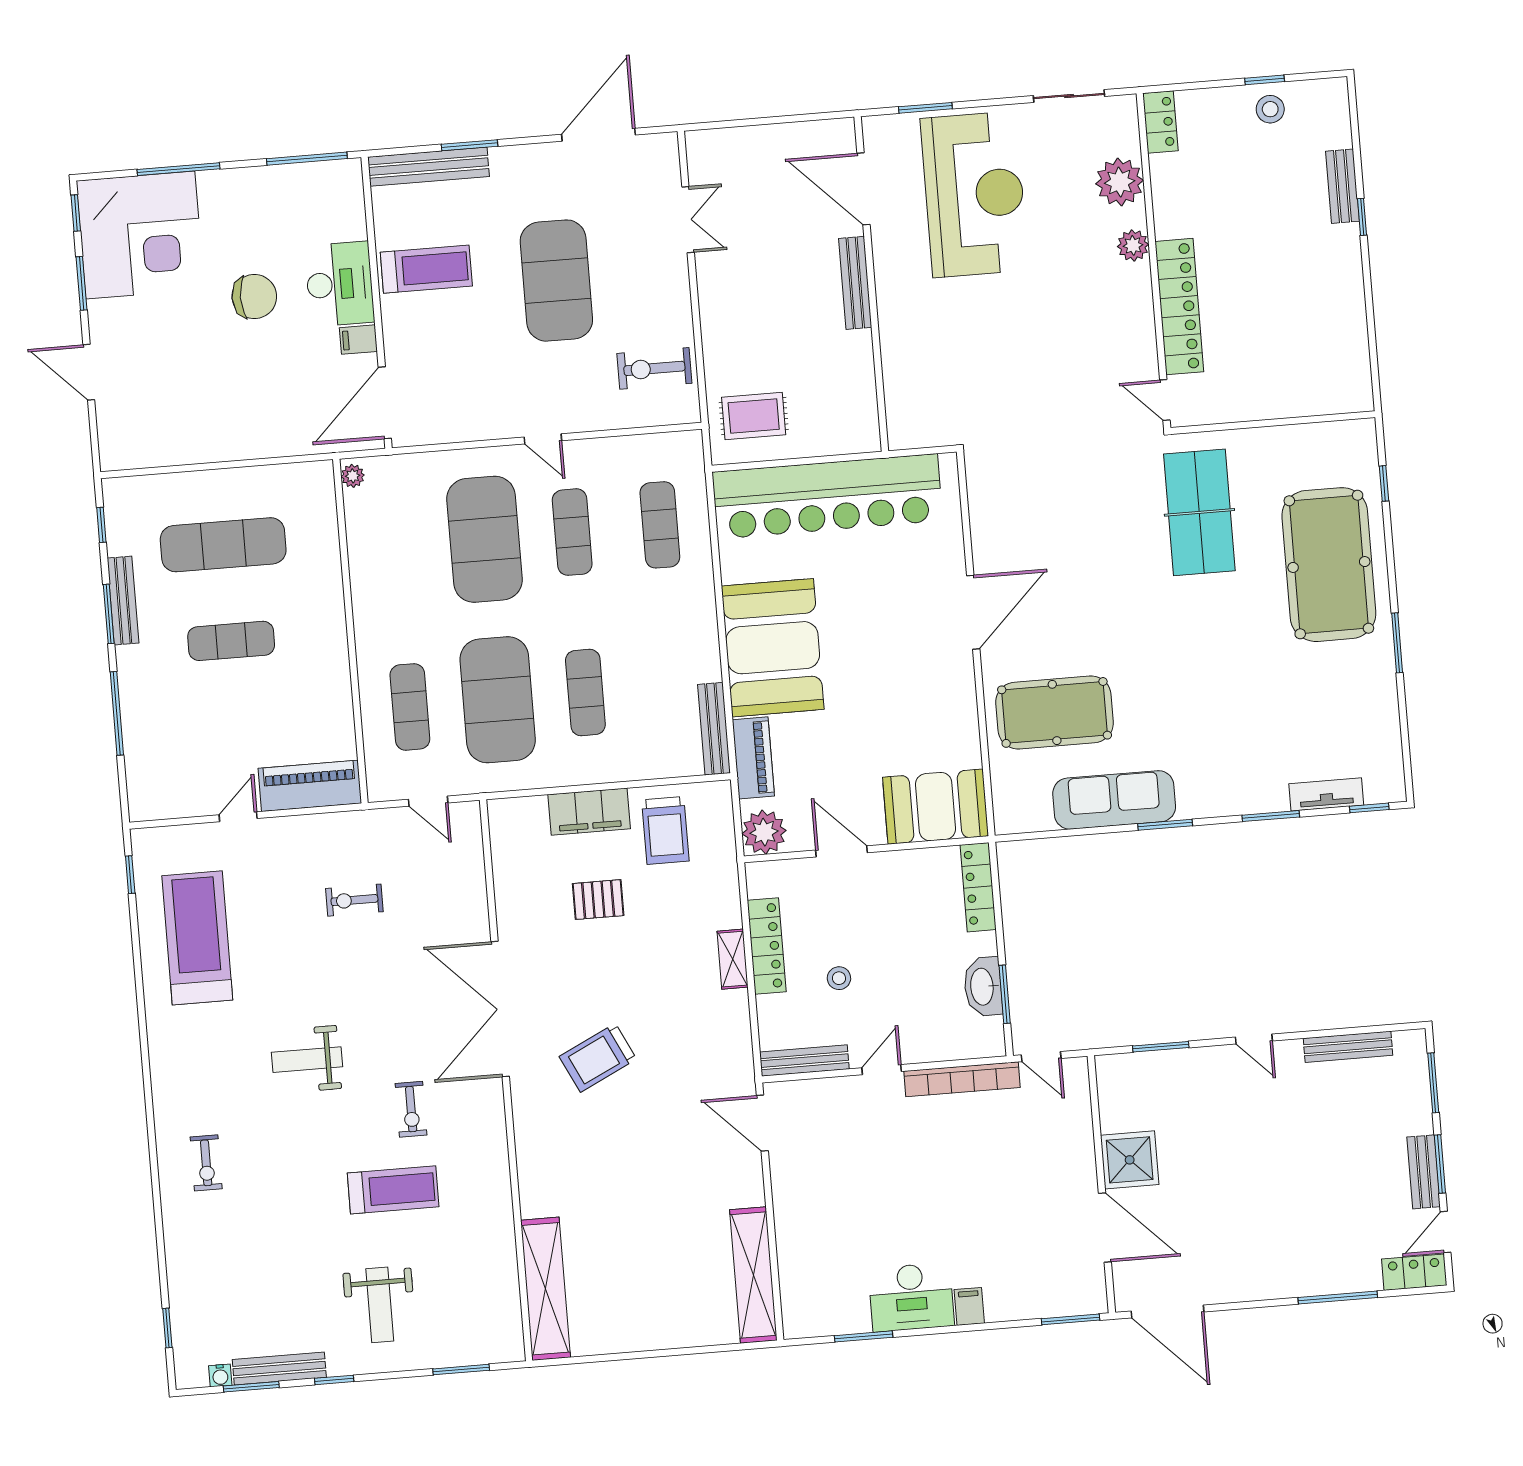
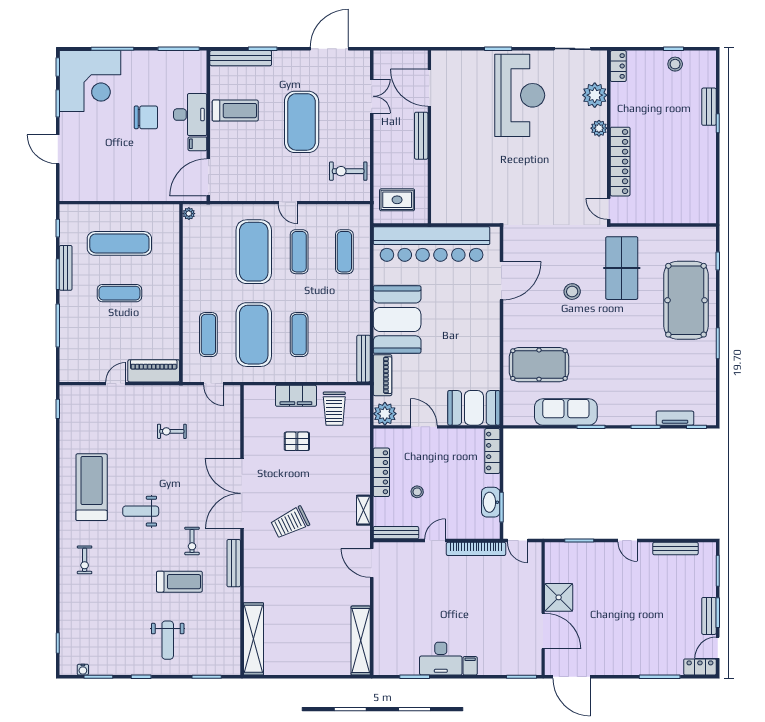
door: (863, 189) -> (429, 88), moved
bench: (855, 283) -> (421, 136), moved
wall: (871, 284) -> (429, 137), moved
stool: (1107, 566) -> (572, 292), added
door: (973, 612) -> (501, 281), moved
treadmill: (197, 938) -> (92, 487), moved
shelving: (733, 959) -> (363, 510), moved
bench: (279, 1368) -> (234, 563), moved, turned 90

